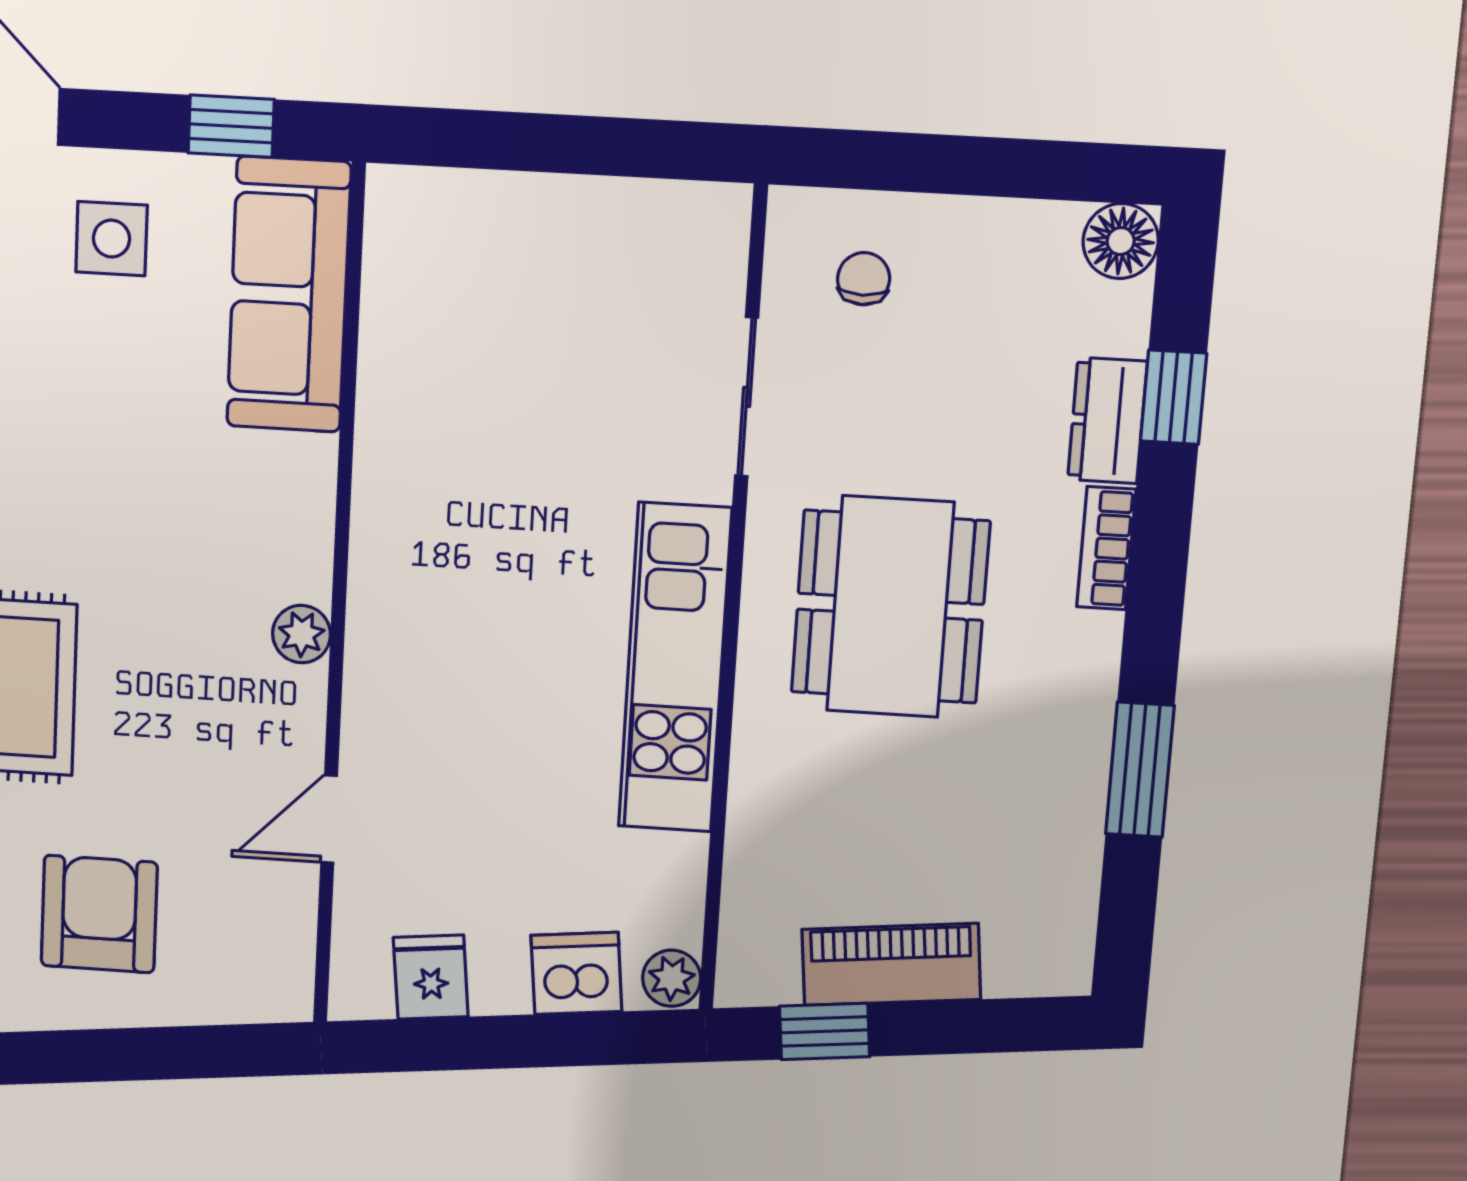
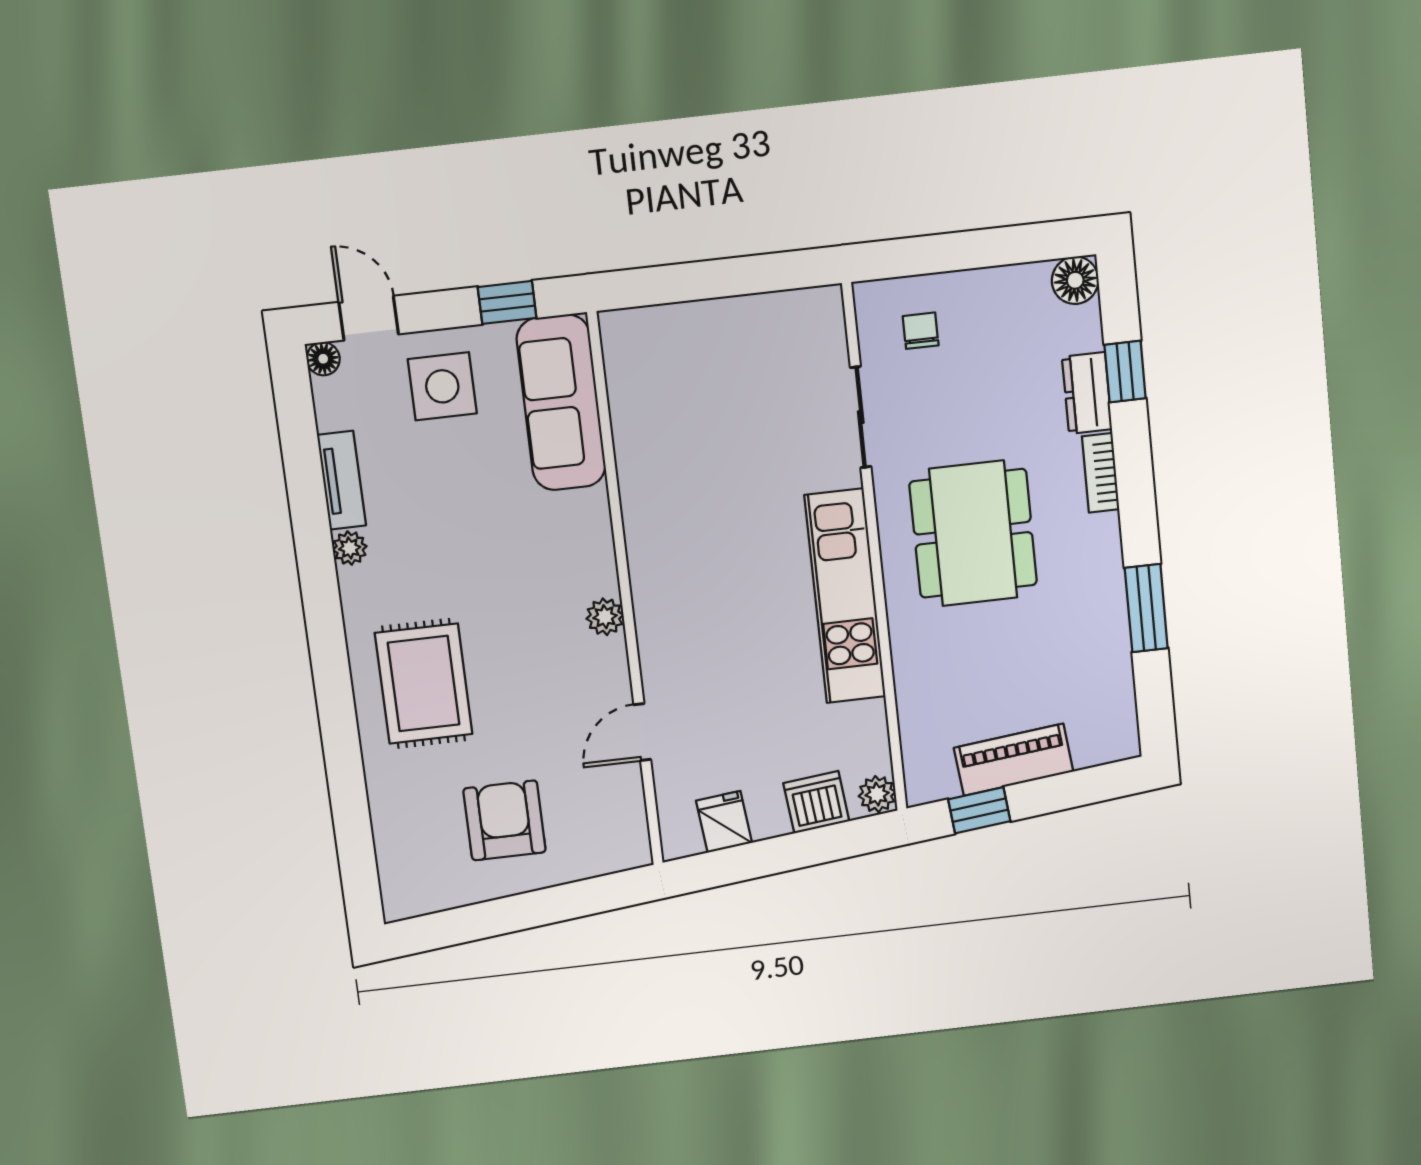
side table: (111, 239) -> (442, 386), width x1.37, depth x1.37

